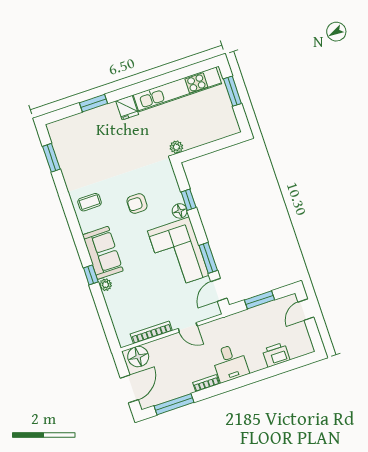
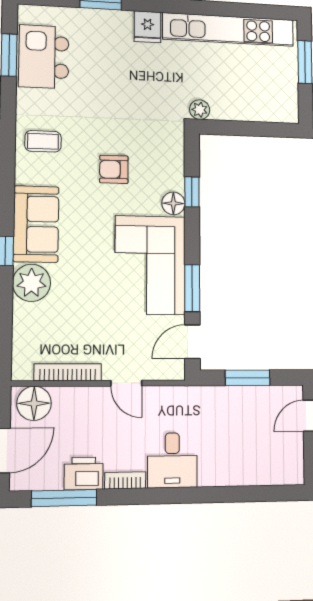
kitchen island: (72, 151) -> (44, 57), added
plant: (106, 285) -> (32, 283), width x1.88, depth x1.88
printer: (276, 355) -> (84, 473), moved

